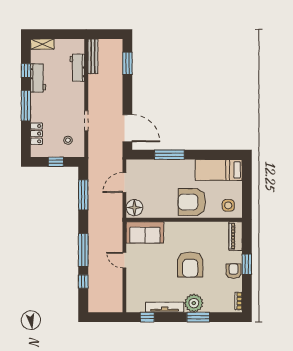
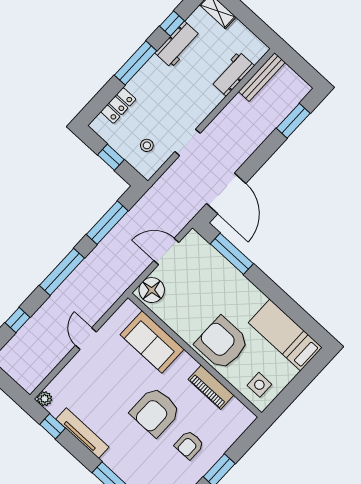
window: (169, 155) -> (232, 254), moved
sofa: (145, 232) -> (152, 342), moved
piano: (236, 236) -> (211, 387), moved, turned -90
window: (83, 250) -> (62, 272), moved
armchair: (234, 271) -> (189, 445), moved, turned 180
plant: (194, 303) -> (45, 399), moved, width x0.53, depth x0.53

